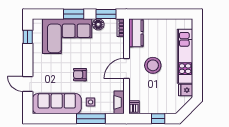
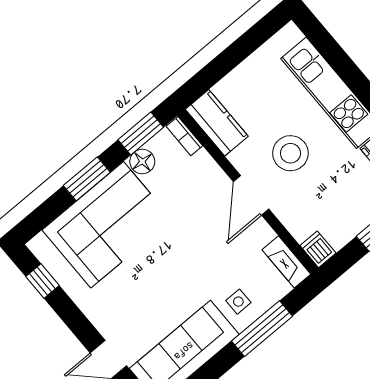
armchair: (80, 75) -> (182, 271), removed

